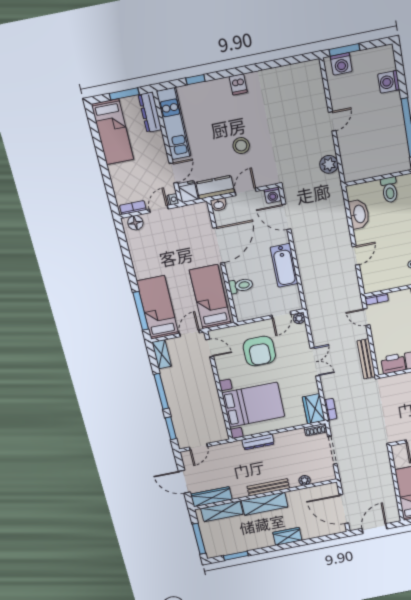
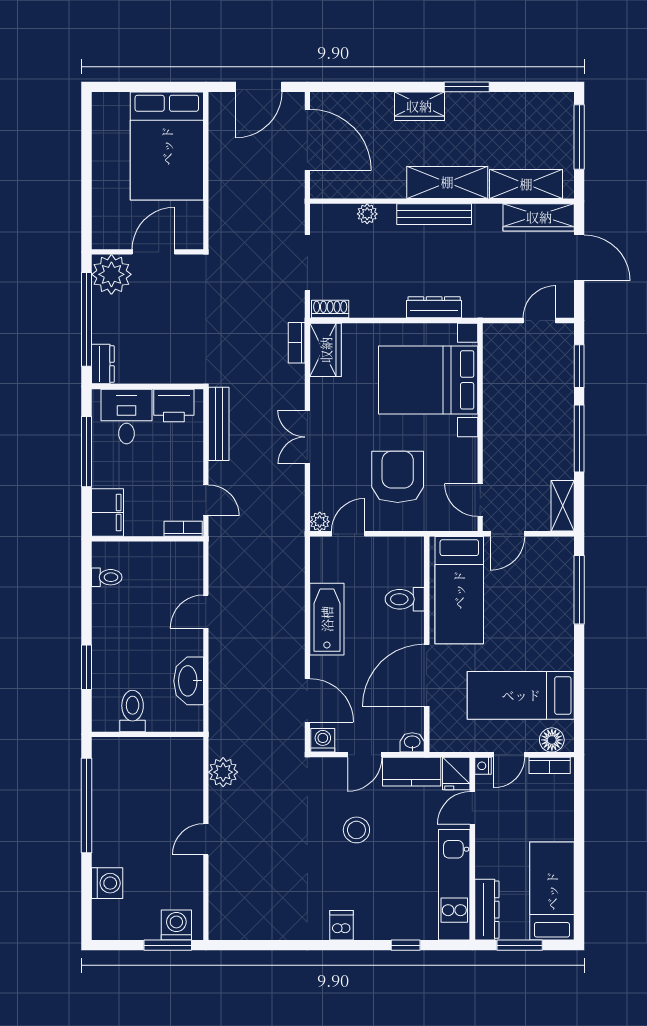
bed: (158, 308) -> (521, 695), moved, turned 90
window: (236, 556) -> (467, 87), moved

